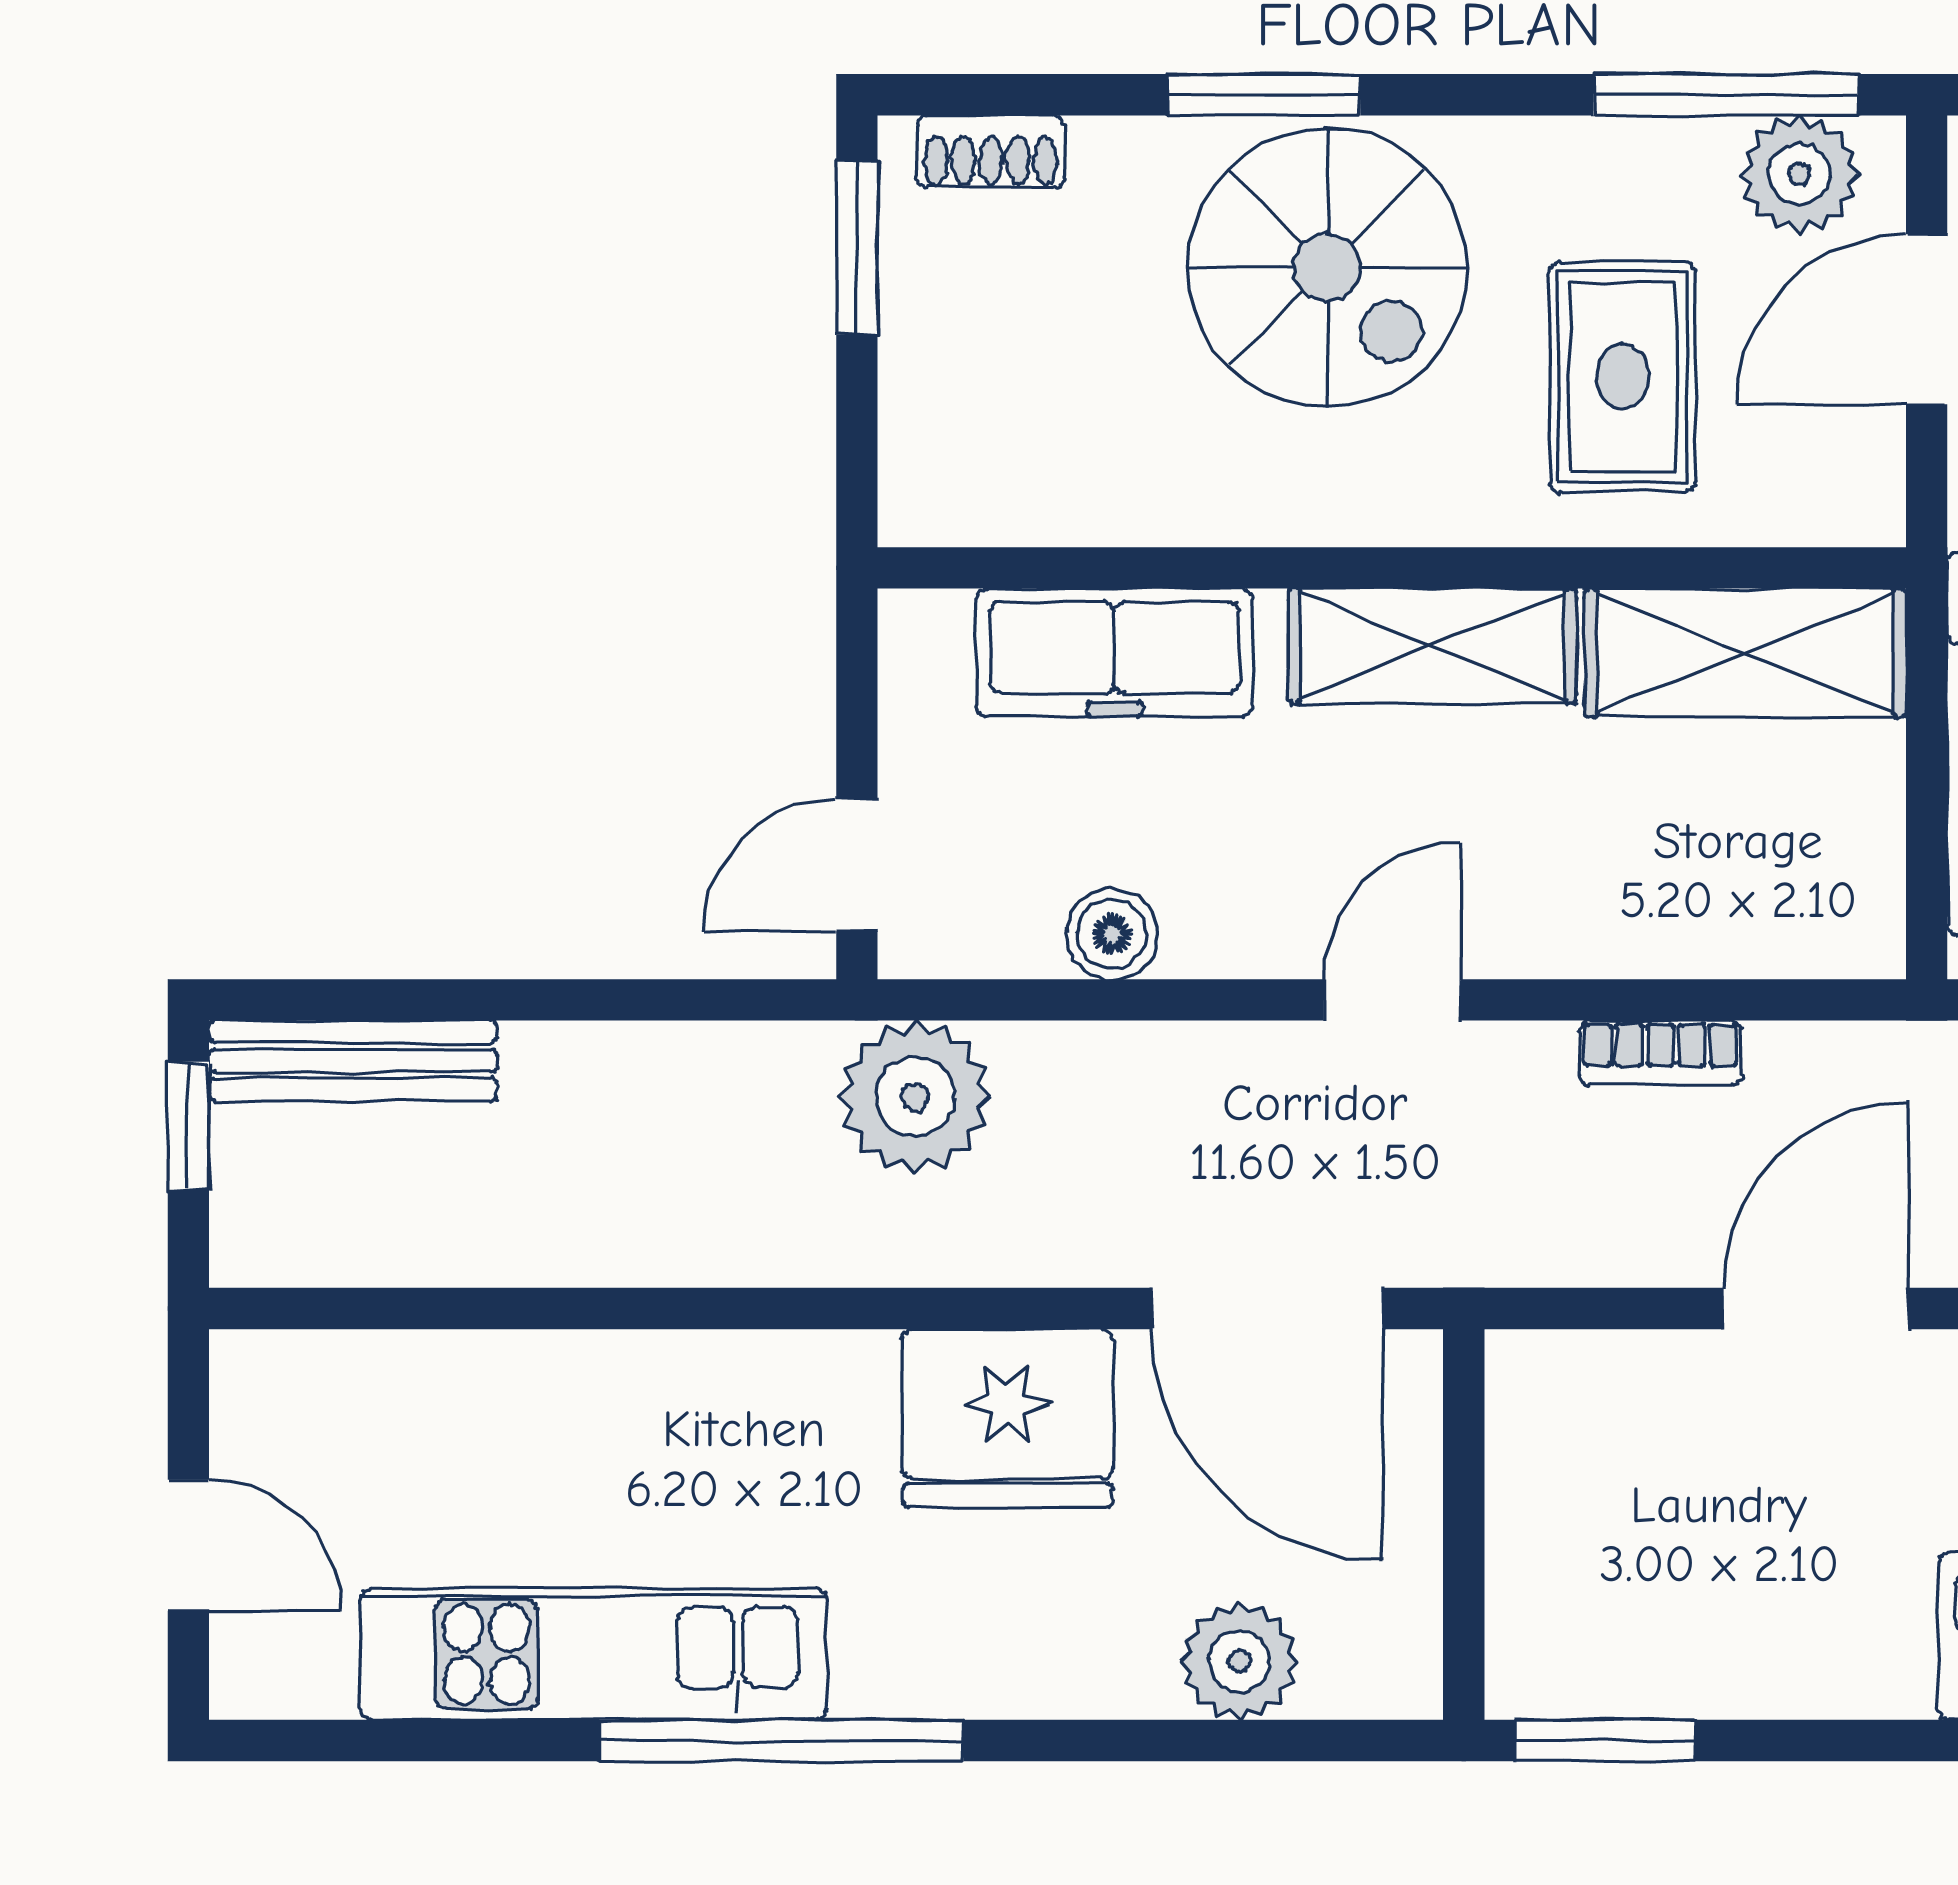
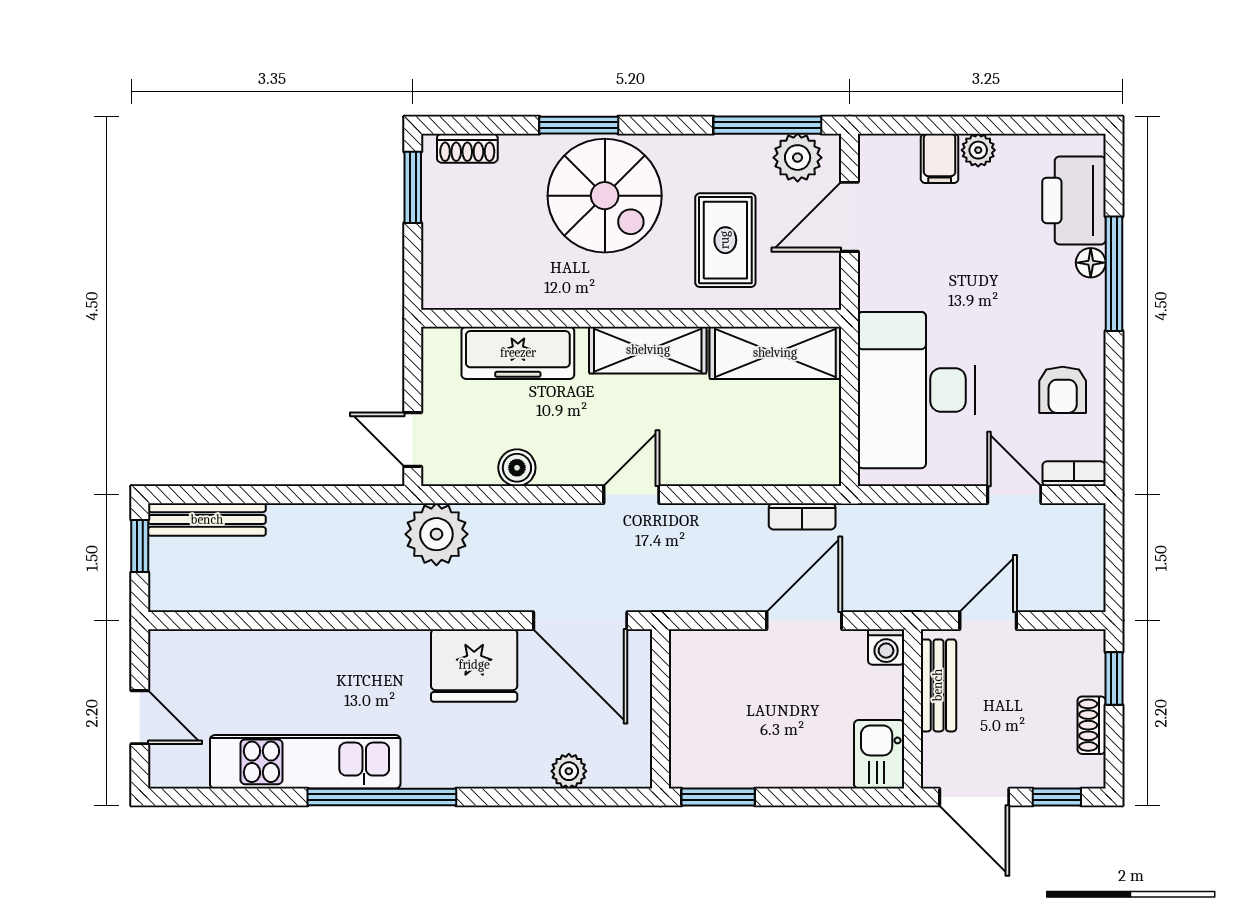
door: (857, 865) -> (413, 440), hinge flipped
bookcase: (1660, 1053) -> (802, 516), moved
plant: (1239, 1661) -> (569, 771), width x0.73, depth x0.73

